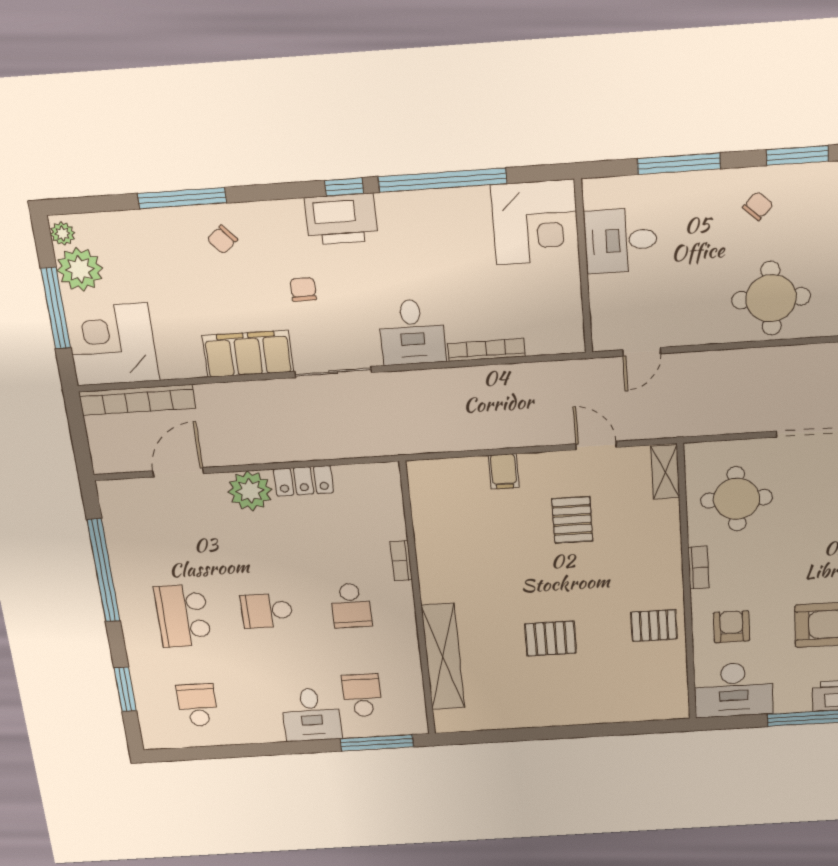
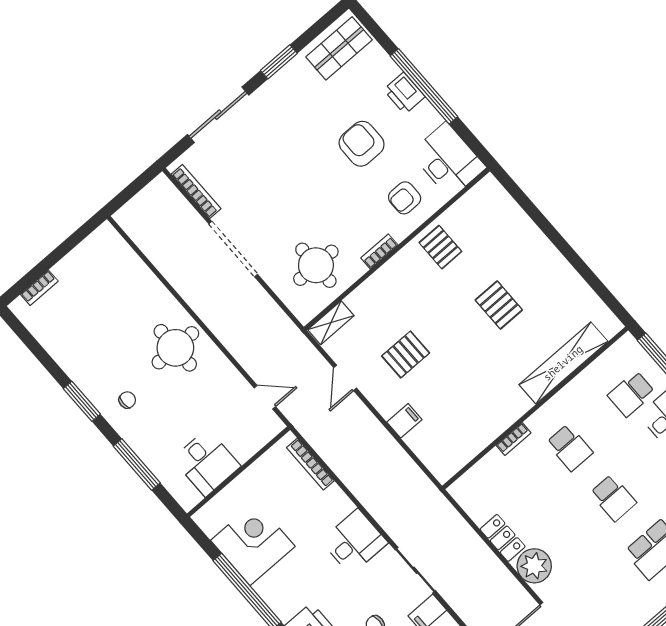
chair: (758, 206) -> (127, 400), turned 136
corner desk: (535, 222) -> (253, 543), moved
bookcase: (486, 350) -> (310, 464), moved
school desk: (351, 606) -> (570, 448), turned 90

